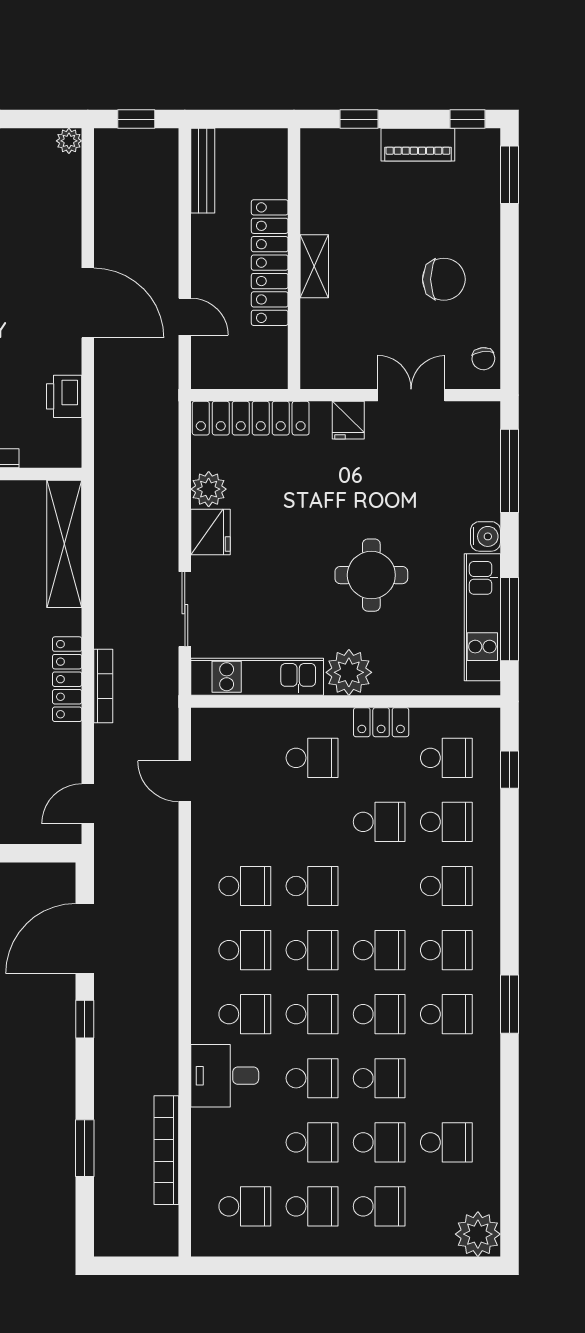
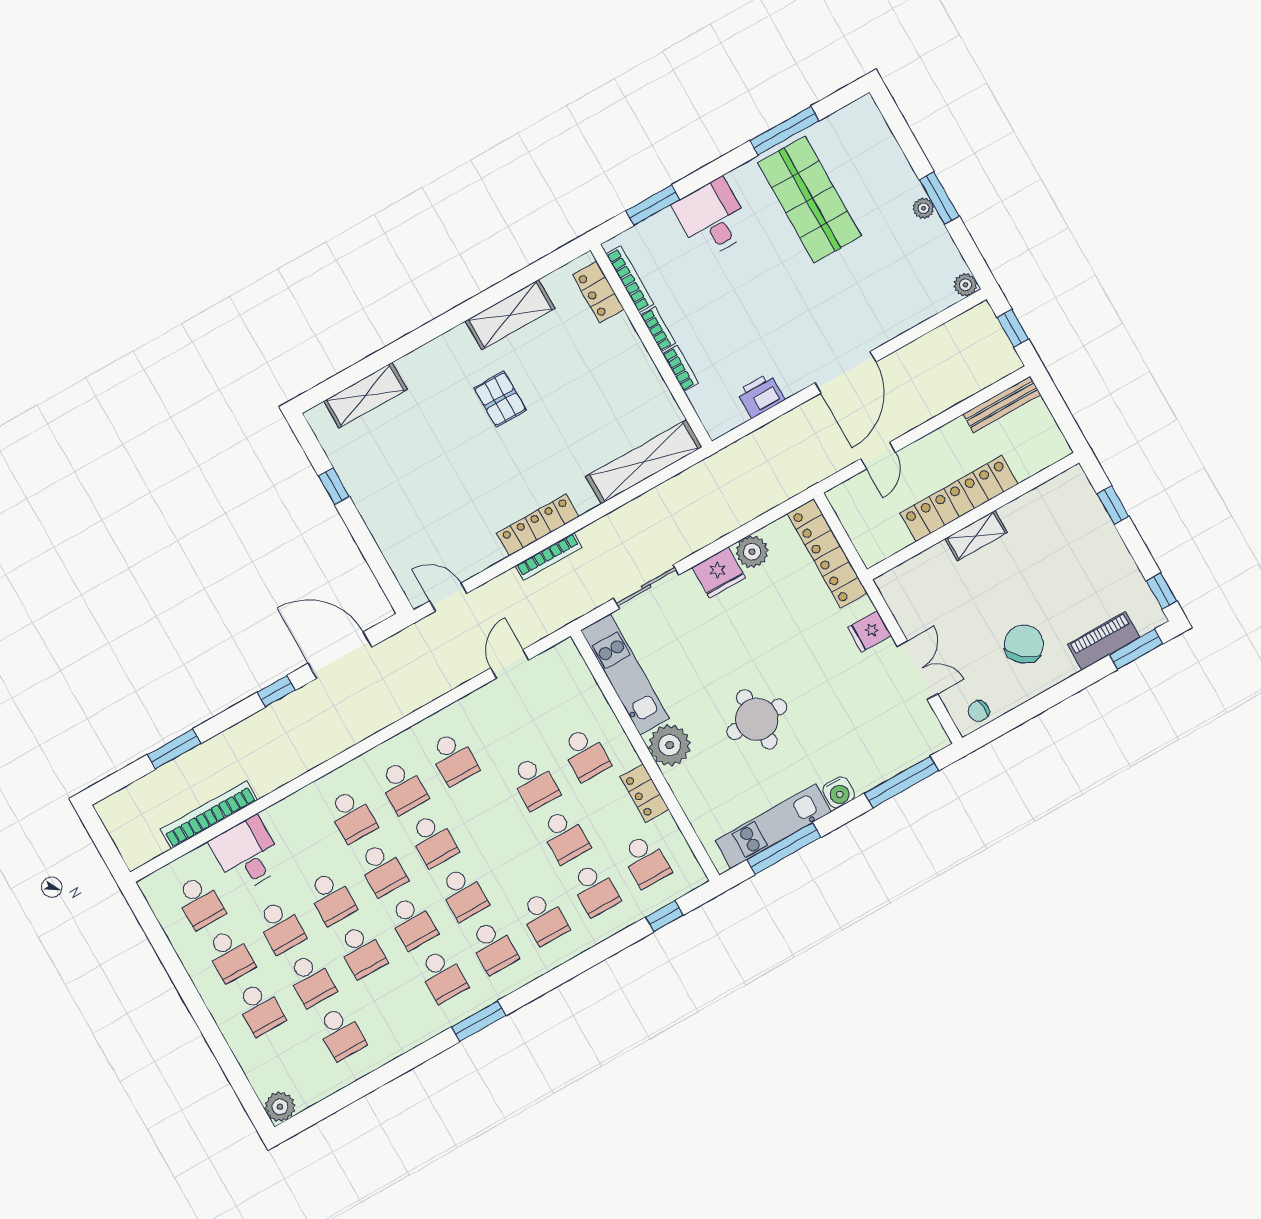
piano: (418, 145) -> (1104, 641), moved, turned 90
chair: (444, 279) -> (1024, 644), turned -140
school desk: (312, 886) -> (535, 783), moved
desk: (225, 1076) -> (247, 854), moved
plant: (478, 1234) -> (280, 1107), width x0.73, depth x0.73

